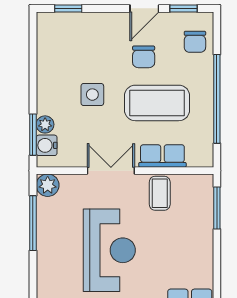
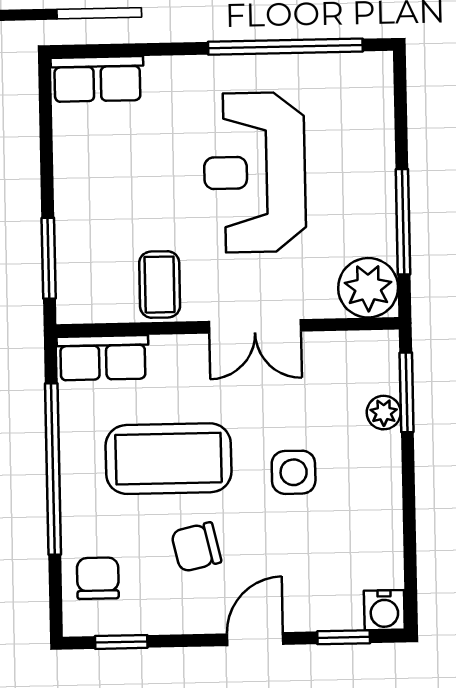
door: (144, 8) -> (255, 639), moved
chair: (144, 57) -> (196, 547), turned -103
water cooler: (47, 145) -> (384, 610), moved, turned 90
row of seats: (162, 156) -> (103, 358), moved
plant: (48, 185) -> (368, 288), width x1.36, depth x1.36

